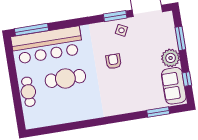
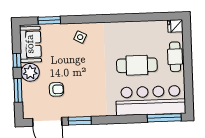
side table: (121, 30) -> (80, 37), moved
armchair: (113, 61) -> (56, 89), moved, turned -90
window: (187, 79) -> (17, 60), moved
fridge: (32, 122) -> (175, 26), added

